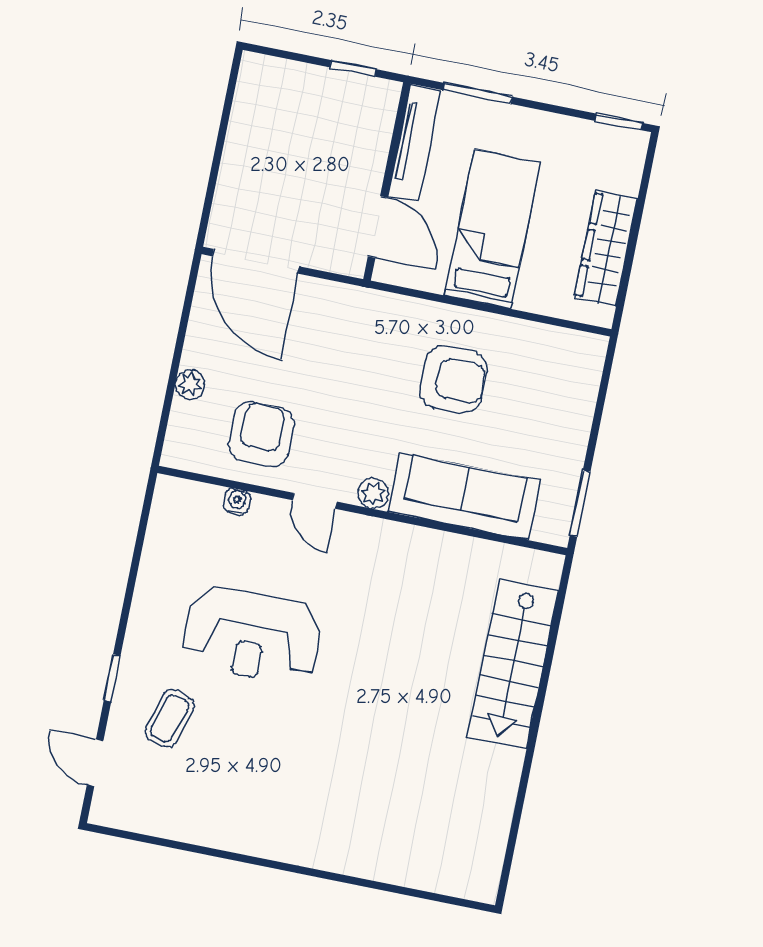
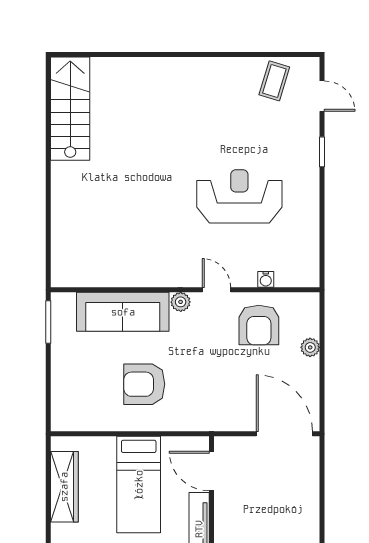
stairs: (513, 664) -> (70, 109), moved
coffee table: (170, 718) -> (274, 81), moved

